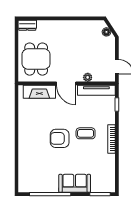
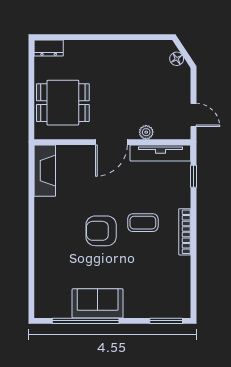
dining table: (36, 59) -> (63, 103), turned 90
door: (66, 83) -> (111, 142), hinge flipped
fireplace: (39, 92) -> (45, 171), moved, turned -90
sofa: (75, 183) -> (98, 303), moved

